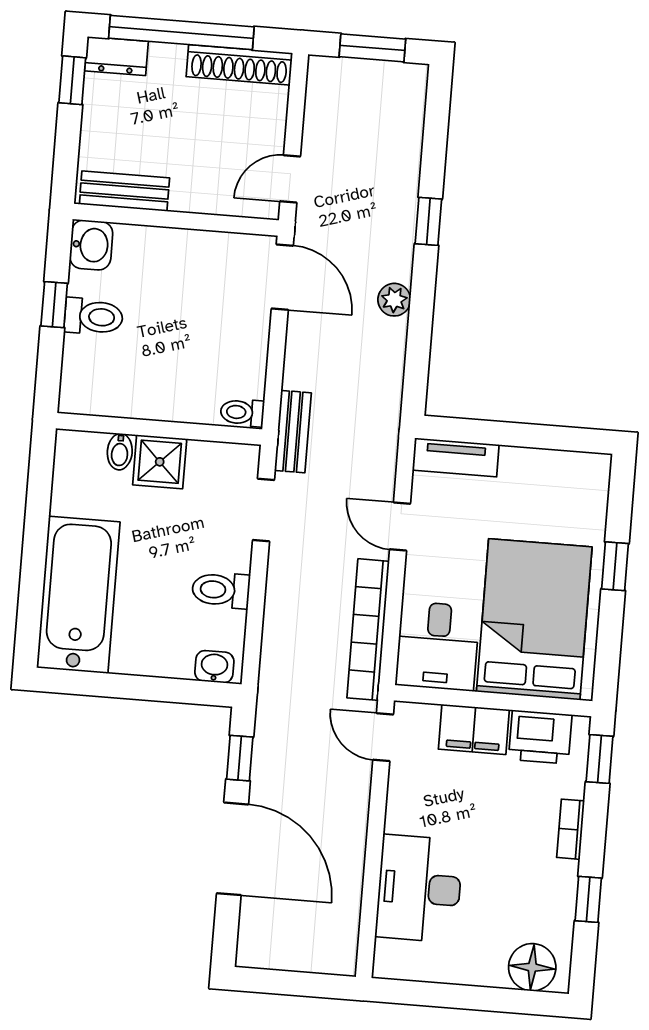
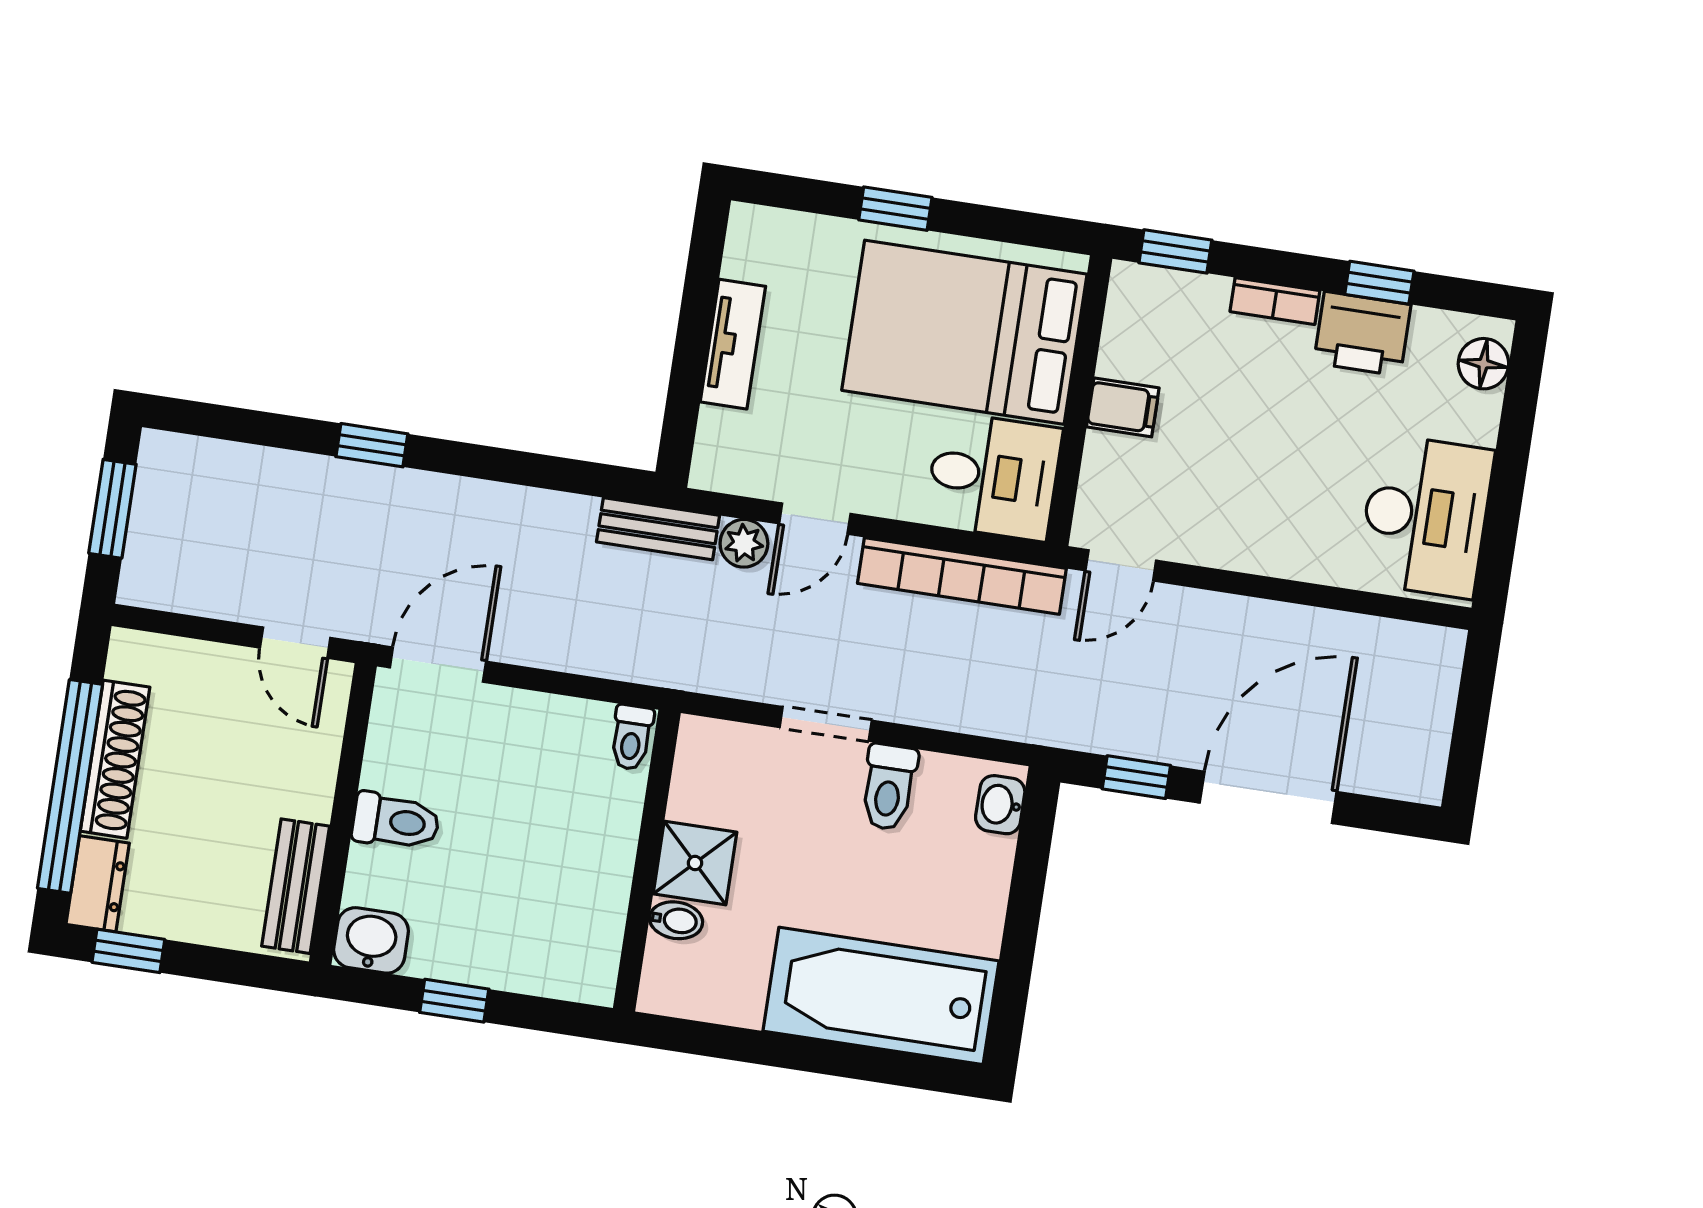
shoe rack: (239, 65) -> (115, 759), moved
plant: (394, 300) -> (744, 543), moved
toilet: (94, 317) -> (396, 821), moved, turned 90
bench: (293, 432) -> (658, 529), moved
tv unit: (456, 457) -> (733, 344), moved
doorway: (264, 510) -> (826, 724), moved
filing cabinet: (474, 729) -> (1123, 407), width x0.50
printer: (540, 737) -> (1362, 334), moved, turned 90
desk: (419, 888) -> (1425, 516), moved, turned -90
floor lamp: (532, 967) -> (1483, 364), width x0.73, depth x0.73

